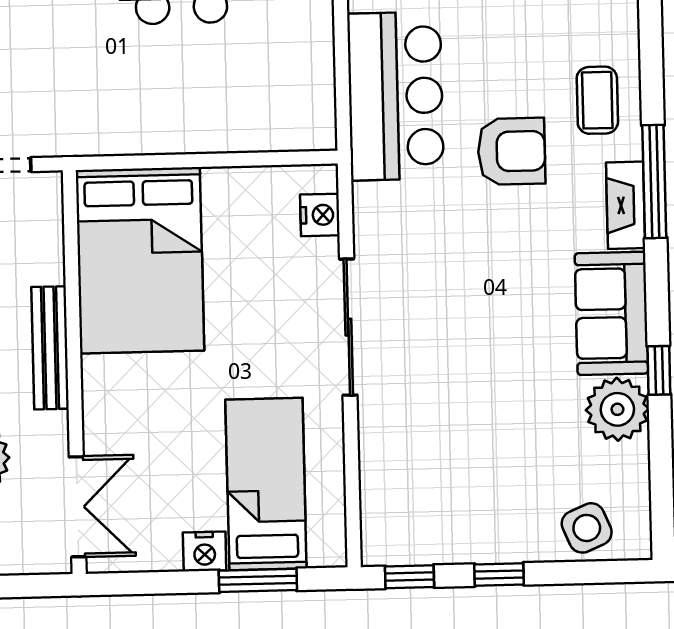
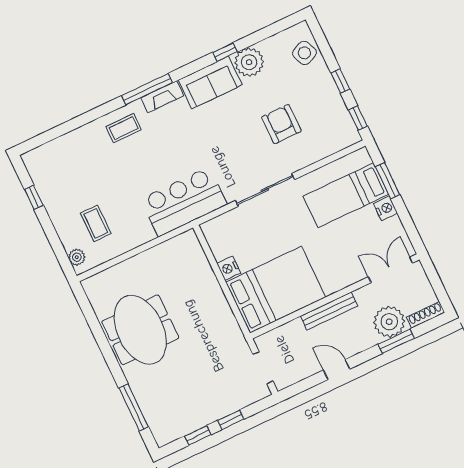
bar counter: (396, 96) -> (184, 202), moved
armchair: (512, 151) -> (281, 124), moved
nightstand: (320, 215) -> (229, 268), moved, turned -90

